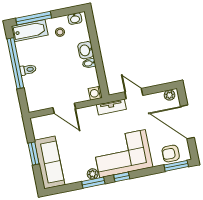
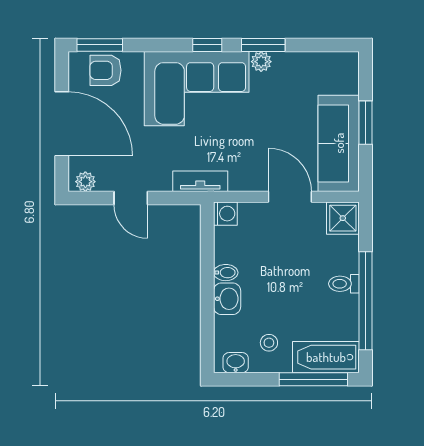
door: (134, 94) -> (131, 198), moved
shower: (35, 103) -> (343, 218), added
armchair: (171, 154) -> (105, 70), turned 180
sofa: (50, 163) -> (339, 143), moved

